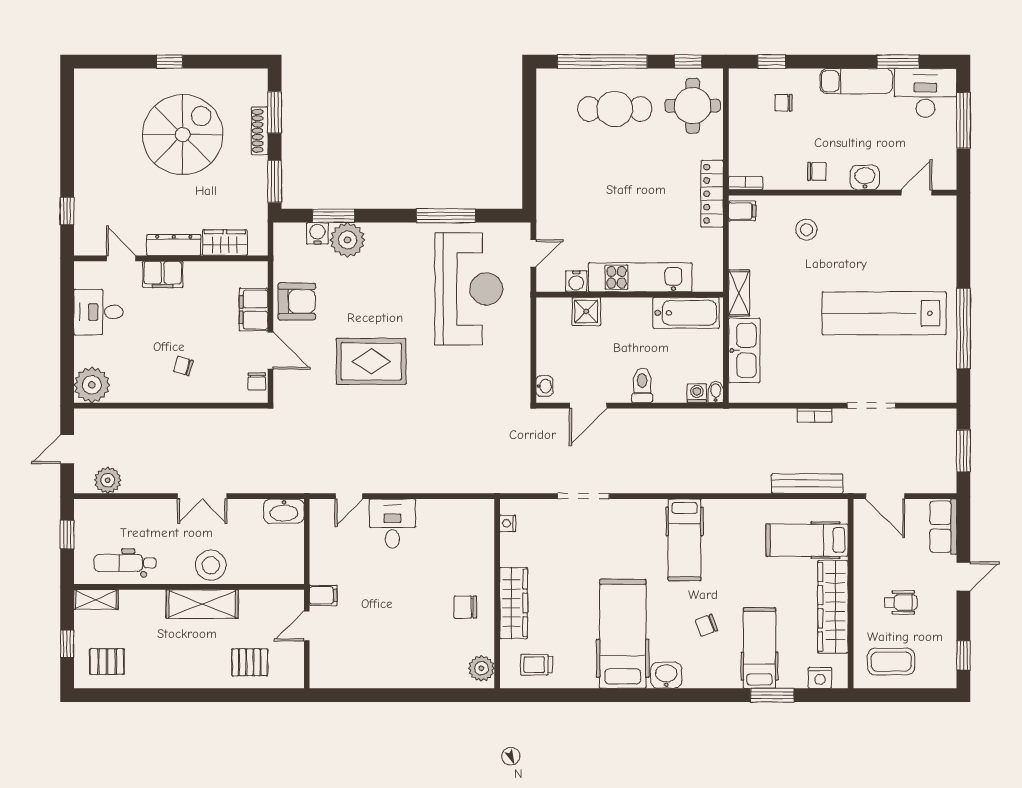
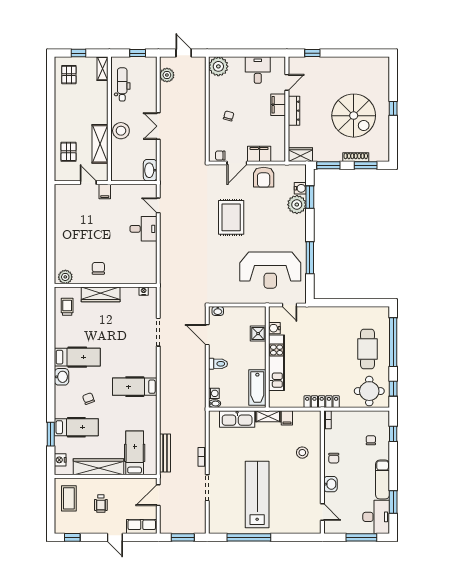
filing cabinet: (742, 211) -> (287, 418), moved
wardrobe: (225, 243) -> (300, 155), moved, turned -90
shelving: (202, 604) -> (100, 144), moved
hospital bed: (623, 634) -> (77, 357), width x0.73, depth x0.78

